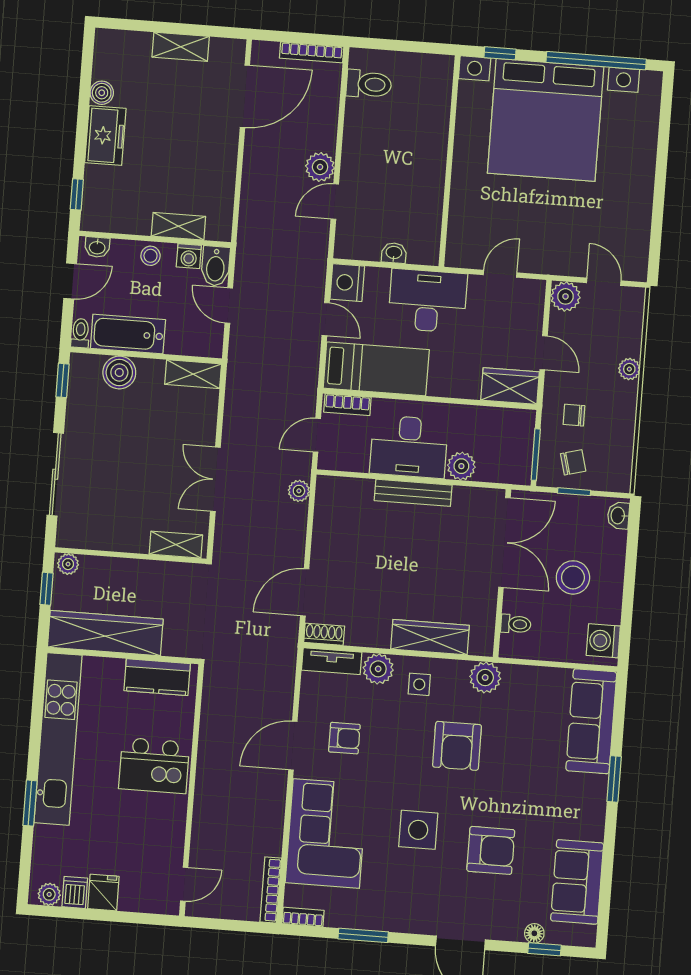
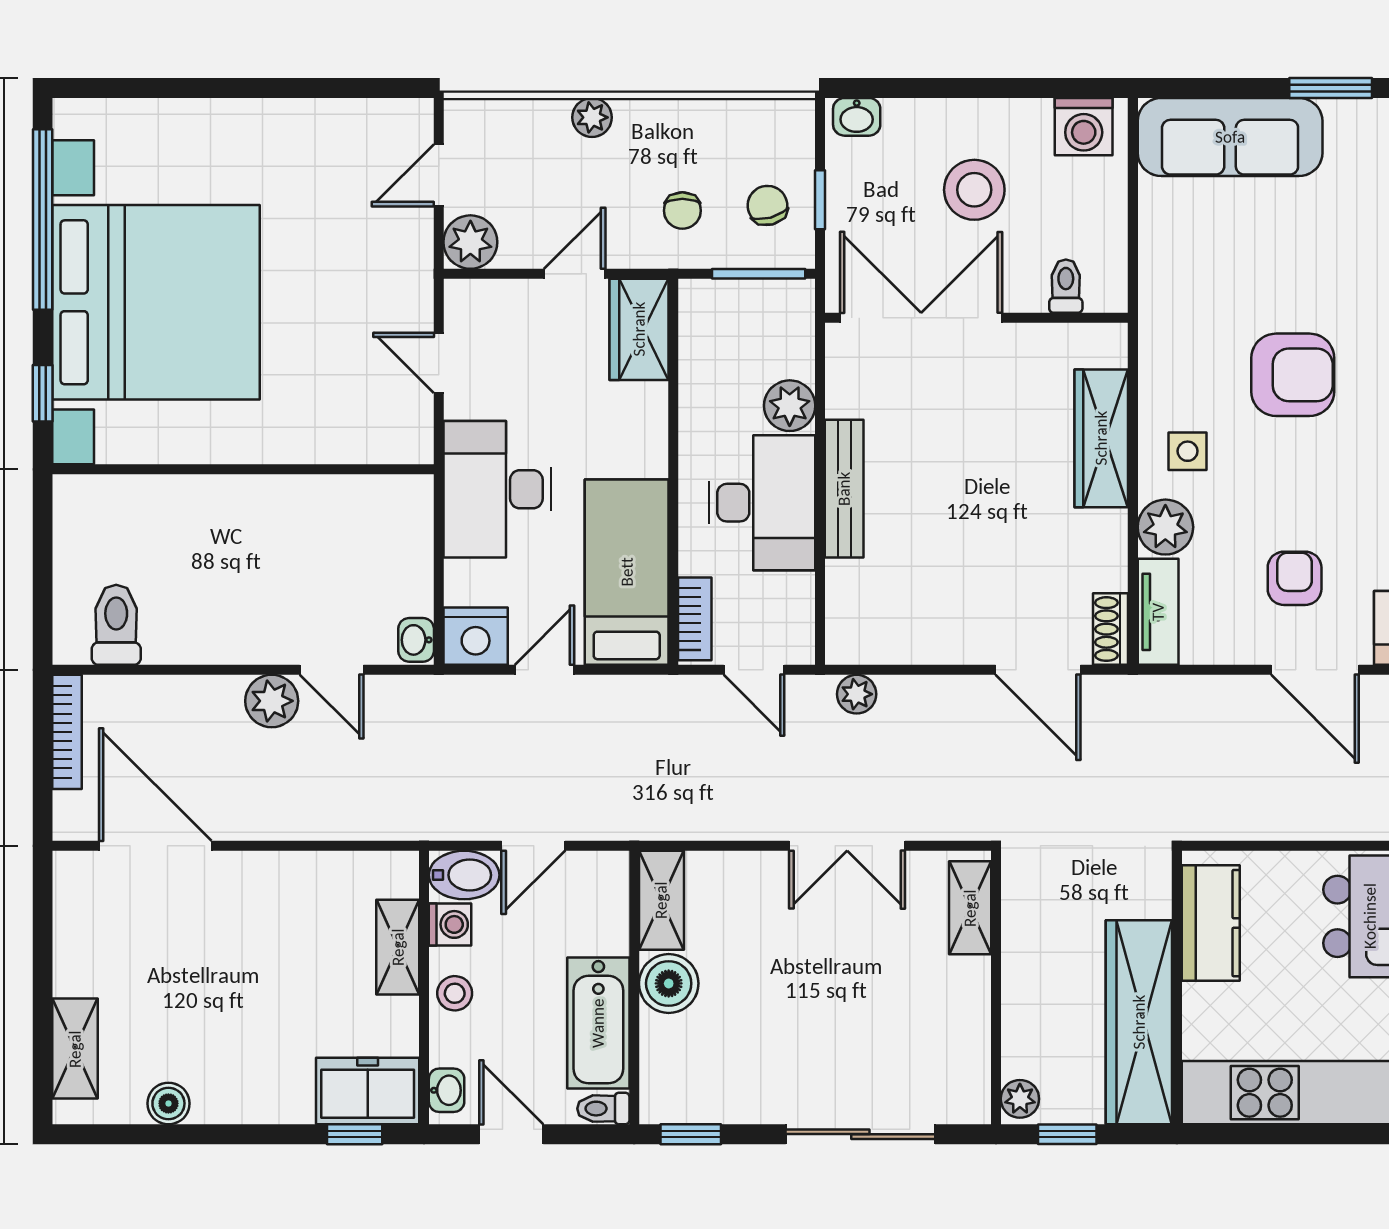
shelving: (181, 47) -> (75, 1049), moved
freezer: (105, 136) -> (368, 1091), moved
washbasin: (394, 253) -> (416, 640), moved
boiler: (119, 372) -> (669, 983), moved
plant: (485, 677) -> (1166, 334), removed

